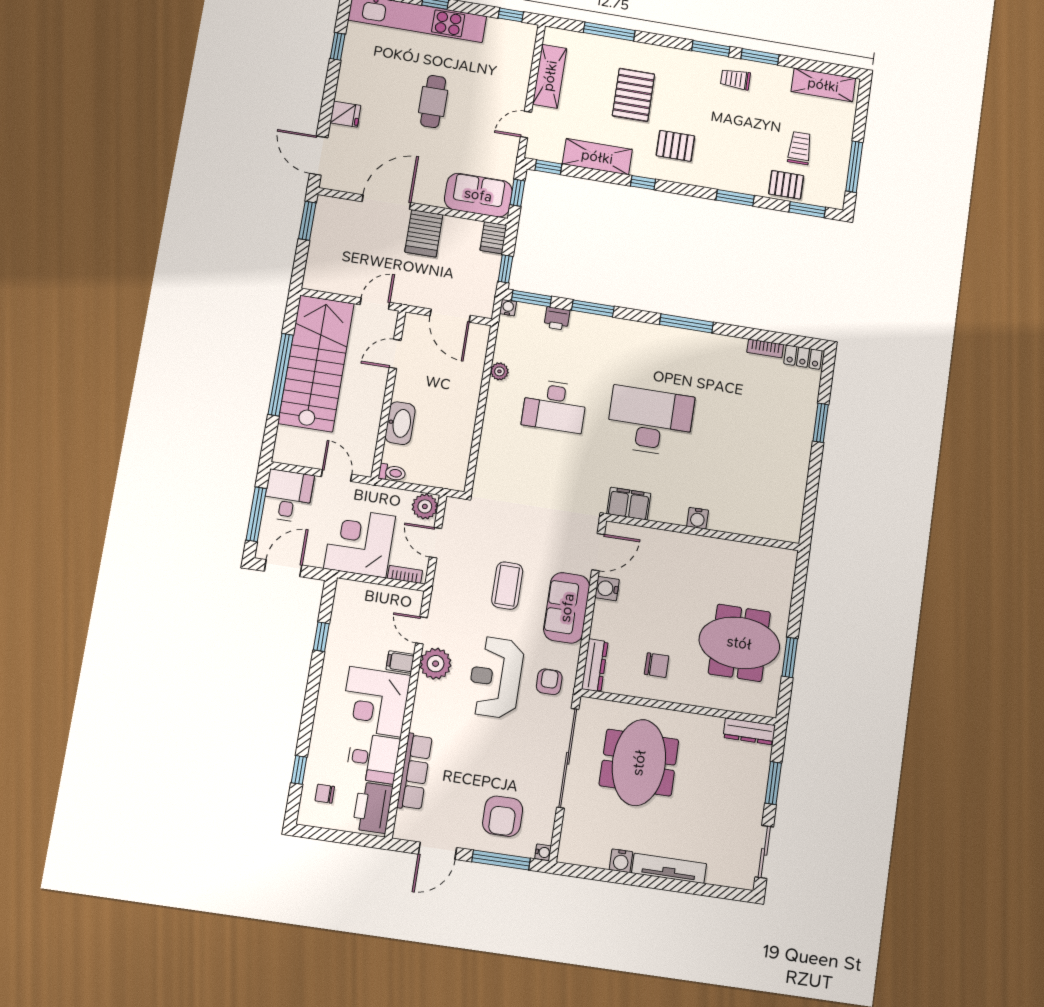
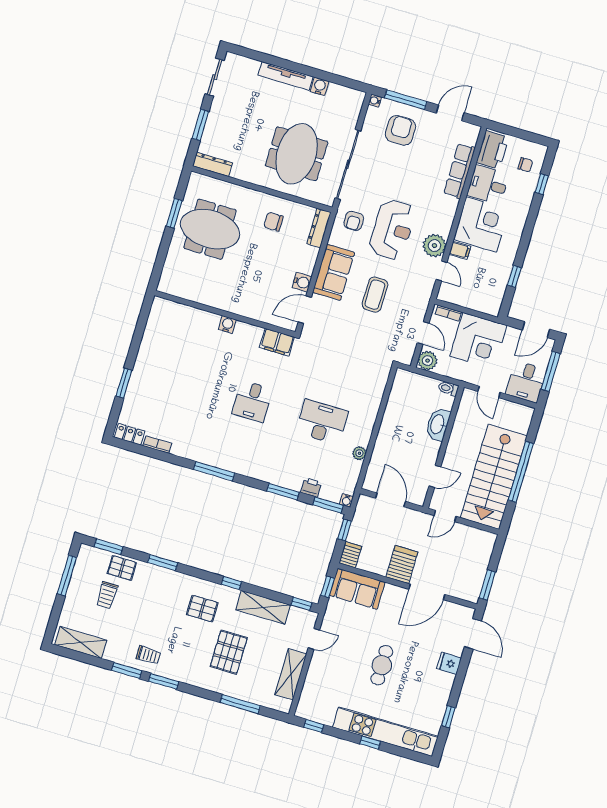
desk: (650, 421) -> (252, 401), width x0.53, depth x0.77

